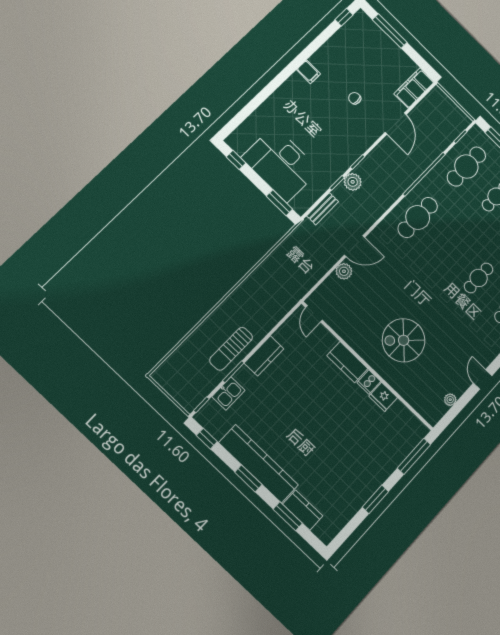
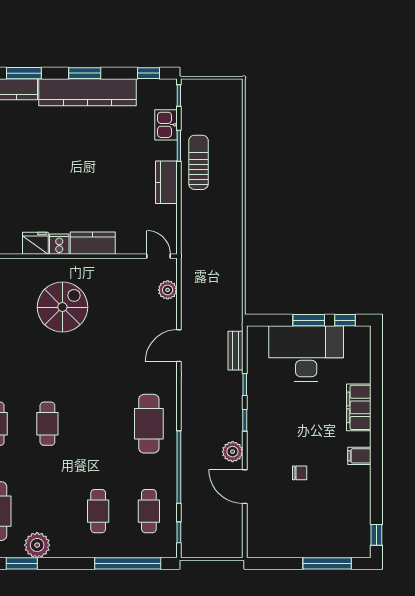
filing cabinet: (414, 88) -> (359, 407), moved, turned 180
cafe table: (466, 167) -> (149, 511), width x0.73, depth x0.74
plant: (353, 182) -> (233, 452), moved
window: (279, 203) -> (309, 320), moved
plant: (344, 271) -> (168, 290), moved

